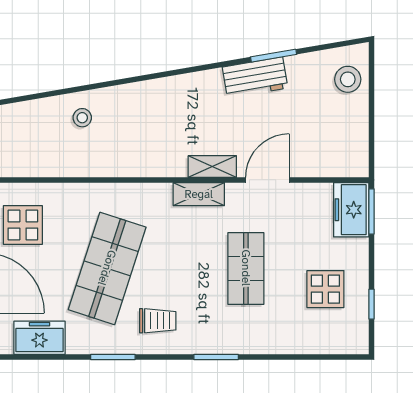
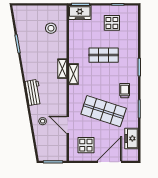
workbench: (255, 77) -> (33, 92), moved
stool: (348, 79) -> (51, 28), moved
door: (267, 180) -> (68, 125), moved

